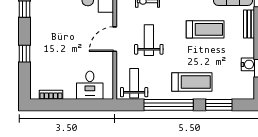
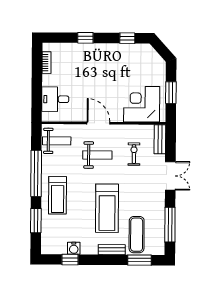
treadmill: (205, 29) -> (107, 208), width x1.37, depth x1.38

